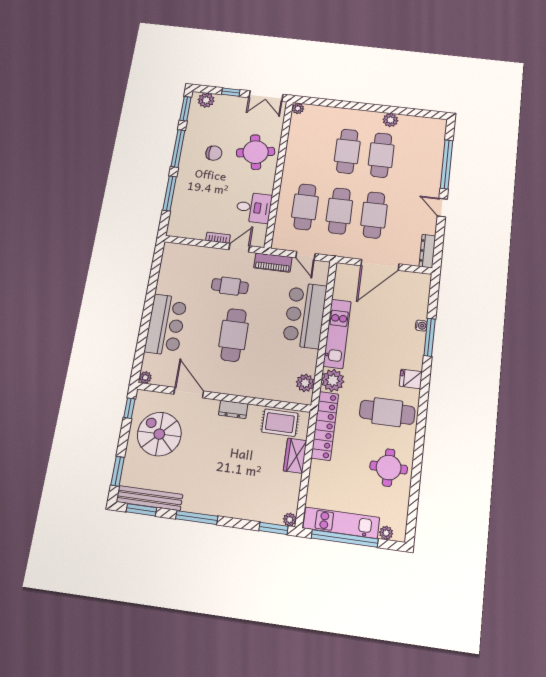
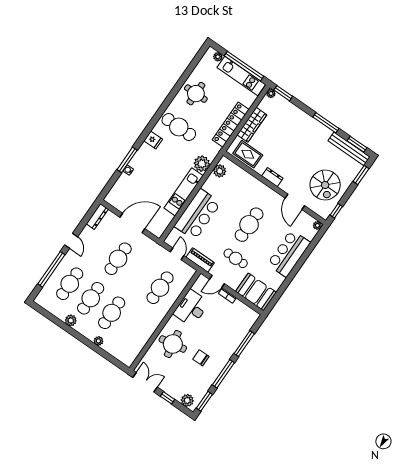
plant: (298, 108) -> (98, 341), moved
desk: (254, 208) -> (191, 308), width x1.37
cafe table: (339, 211) -> (70, 284), moved
booth: (185, 259) -> (256, 292), added
locker: (325, 426) -> (231, 125), moved
wardrobe: (295, 456) -> (252, 125), width x1.50

